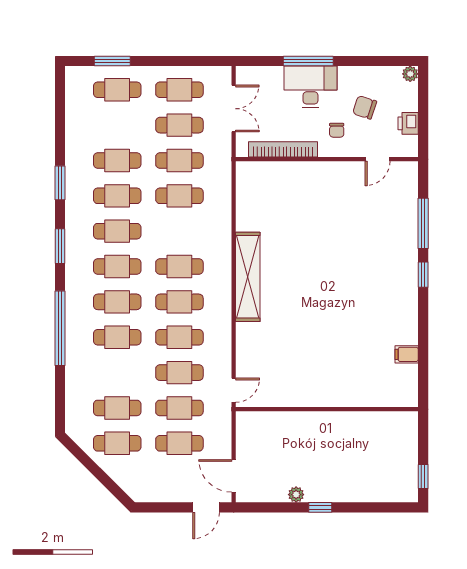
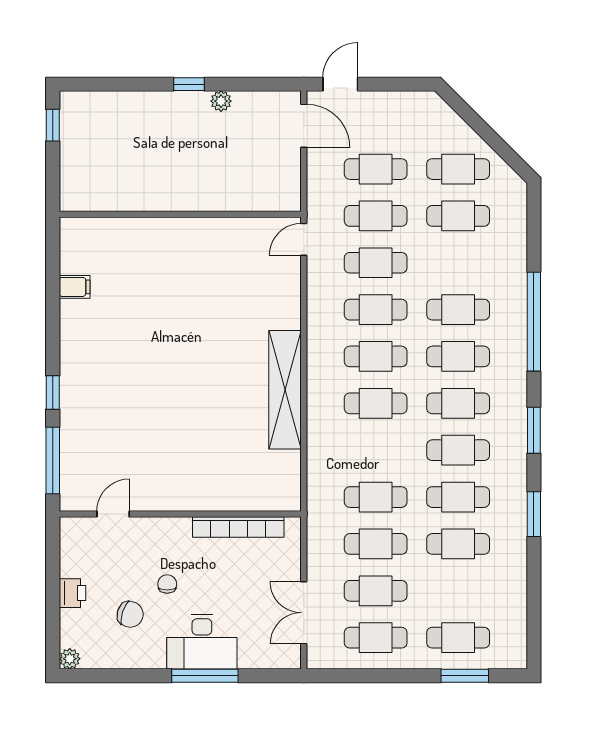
bookcase: (283, 149) -> (238, 527), moved
wall: (327, 159) -> (180, 514), moved
door: (378, 159) -> (113, 514), moved

